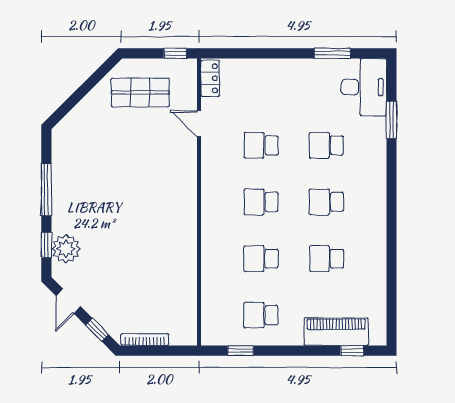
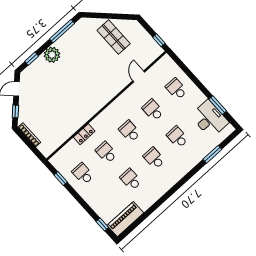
locker: (210, 78) -> (84, 134), moved
desk: (364, 87) -> (210, 119), moved, turned -90
school desk: (261, 89) -> (176, 89), added
shop shelf: (140, 92) -> (114, 37), moved
window: (46, 189) -> (62, 31), moved
plant: (66, 249) -> (52, 55), moved
piano: (336, 332) -> (125, 219), moved, turned -90

